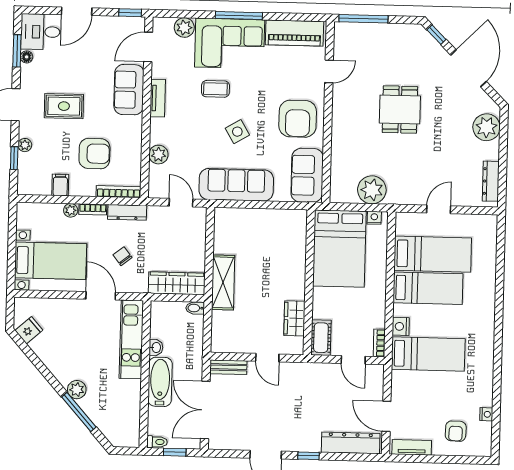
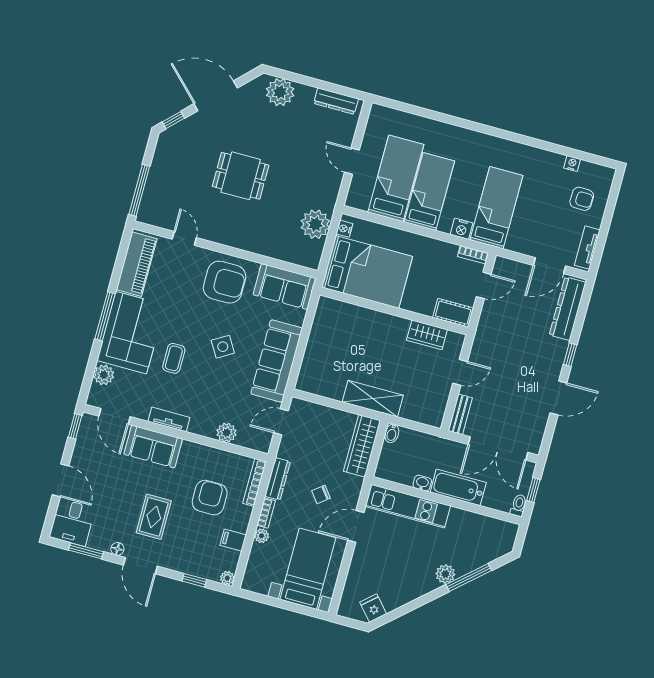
floor lamp: (27, 57) -> (117, 549), moved
plant: (25, 145) -> (227, 578), moved

